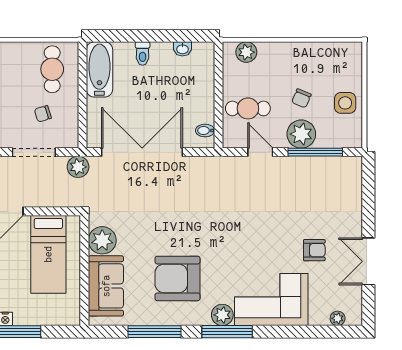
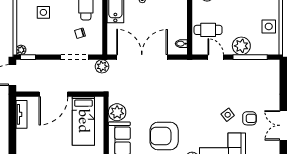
chair: (301, 98) -> (241, 24), removed
side table: (279, 244) -> (228, 115), added

